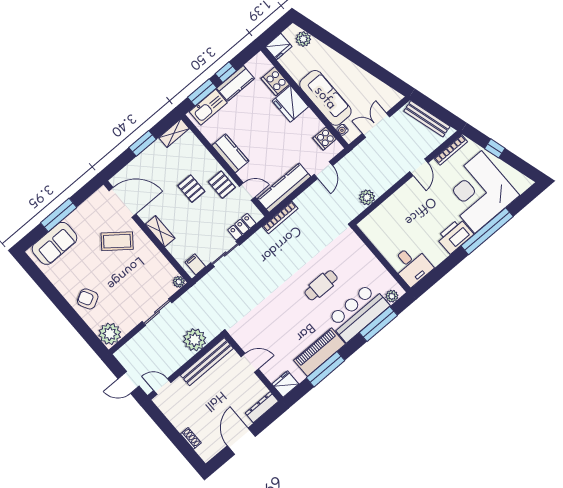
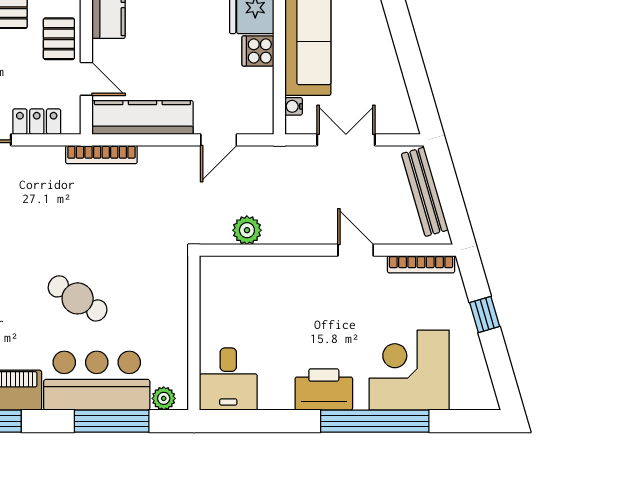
cooker: (325, 139) -> (258, 51), moved
door: (419, 167) -> (356, 250), swing flipped
corner desk: (478, 192) -> (409, 370), width x0.74, depth x0.74
cafe table: (321, 285) -> (78, 298), turned 32

